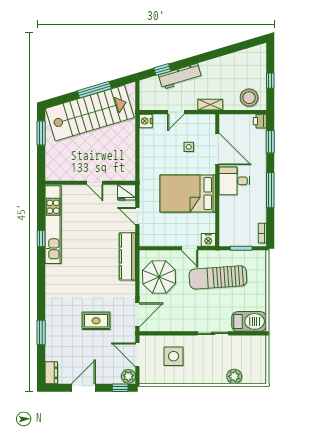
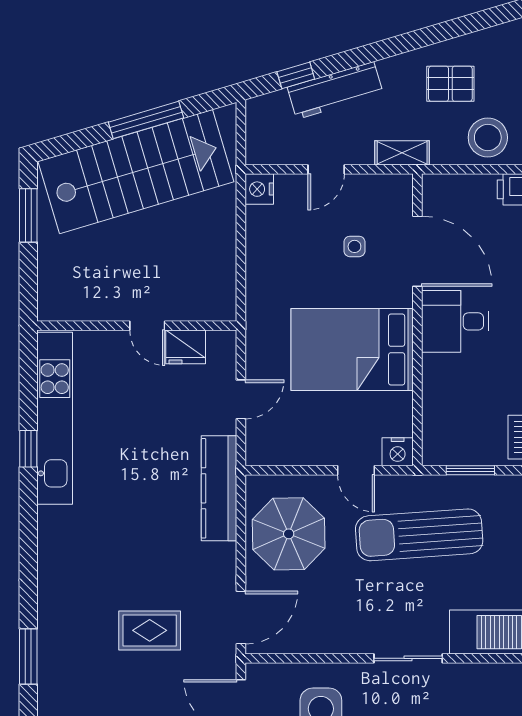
pallet: (232, 73) -> (450, 84), added
fridge: (126, 192) -> (186, 347), moved
door: (137, 216) -> (241, 399), swing flipped

